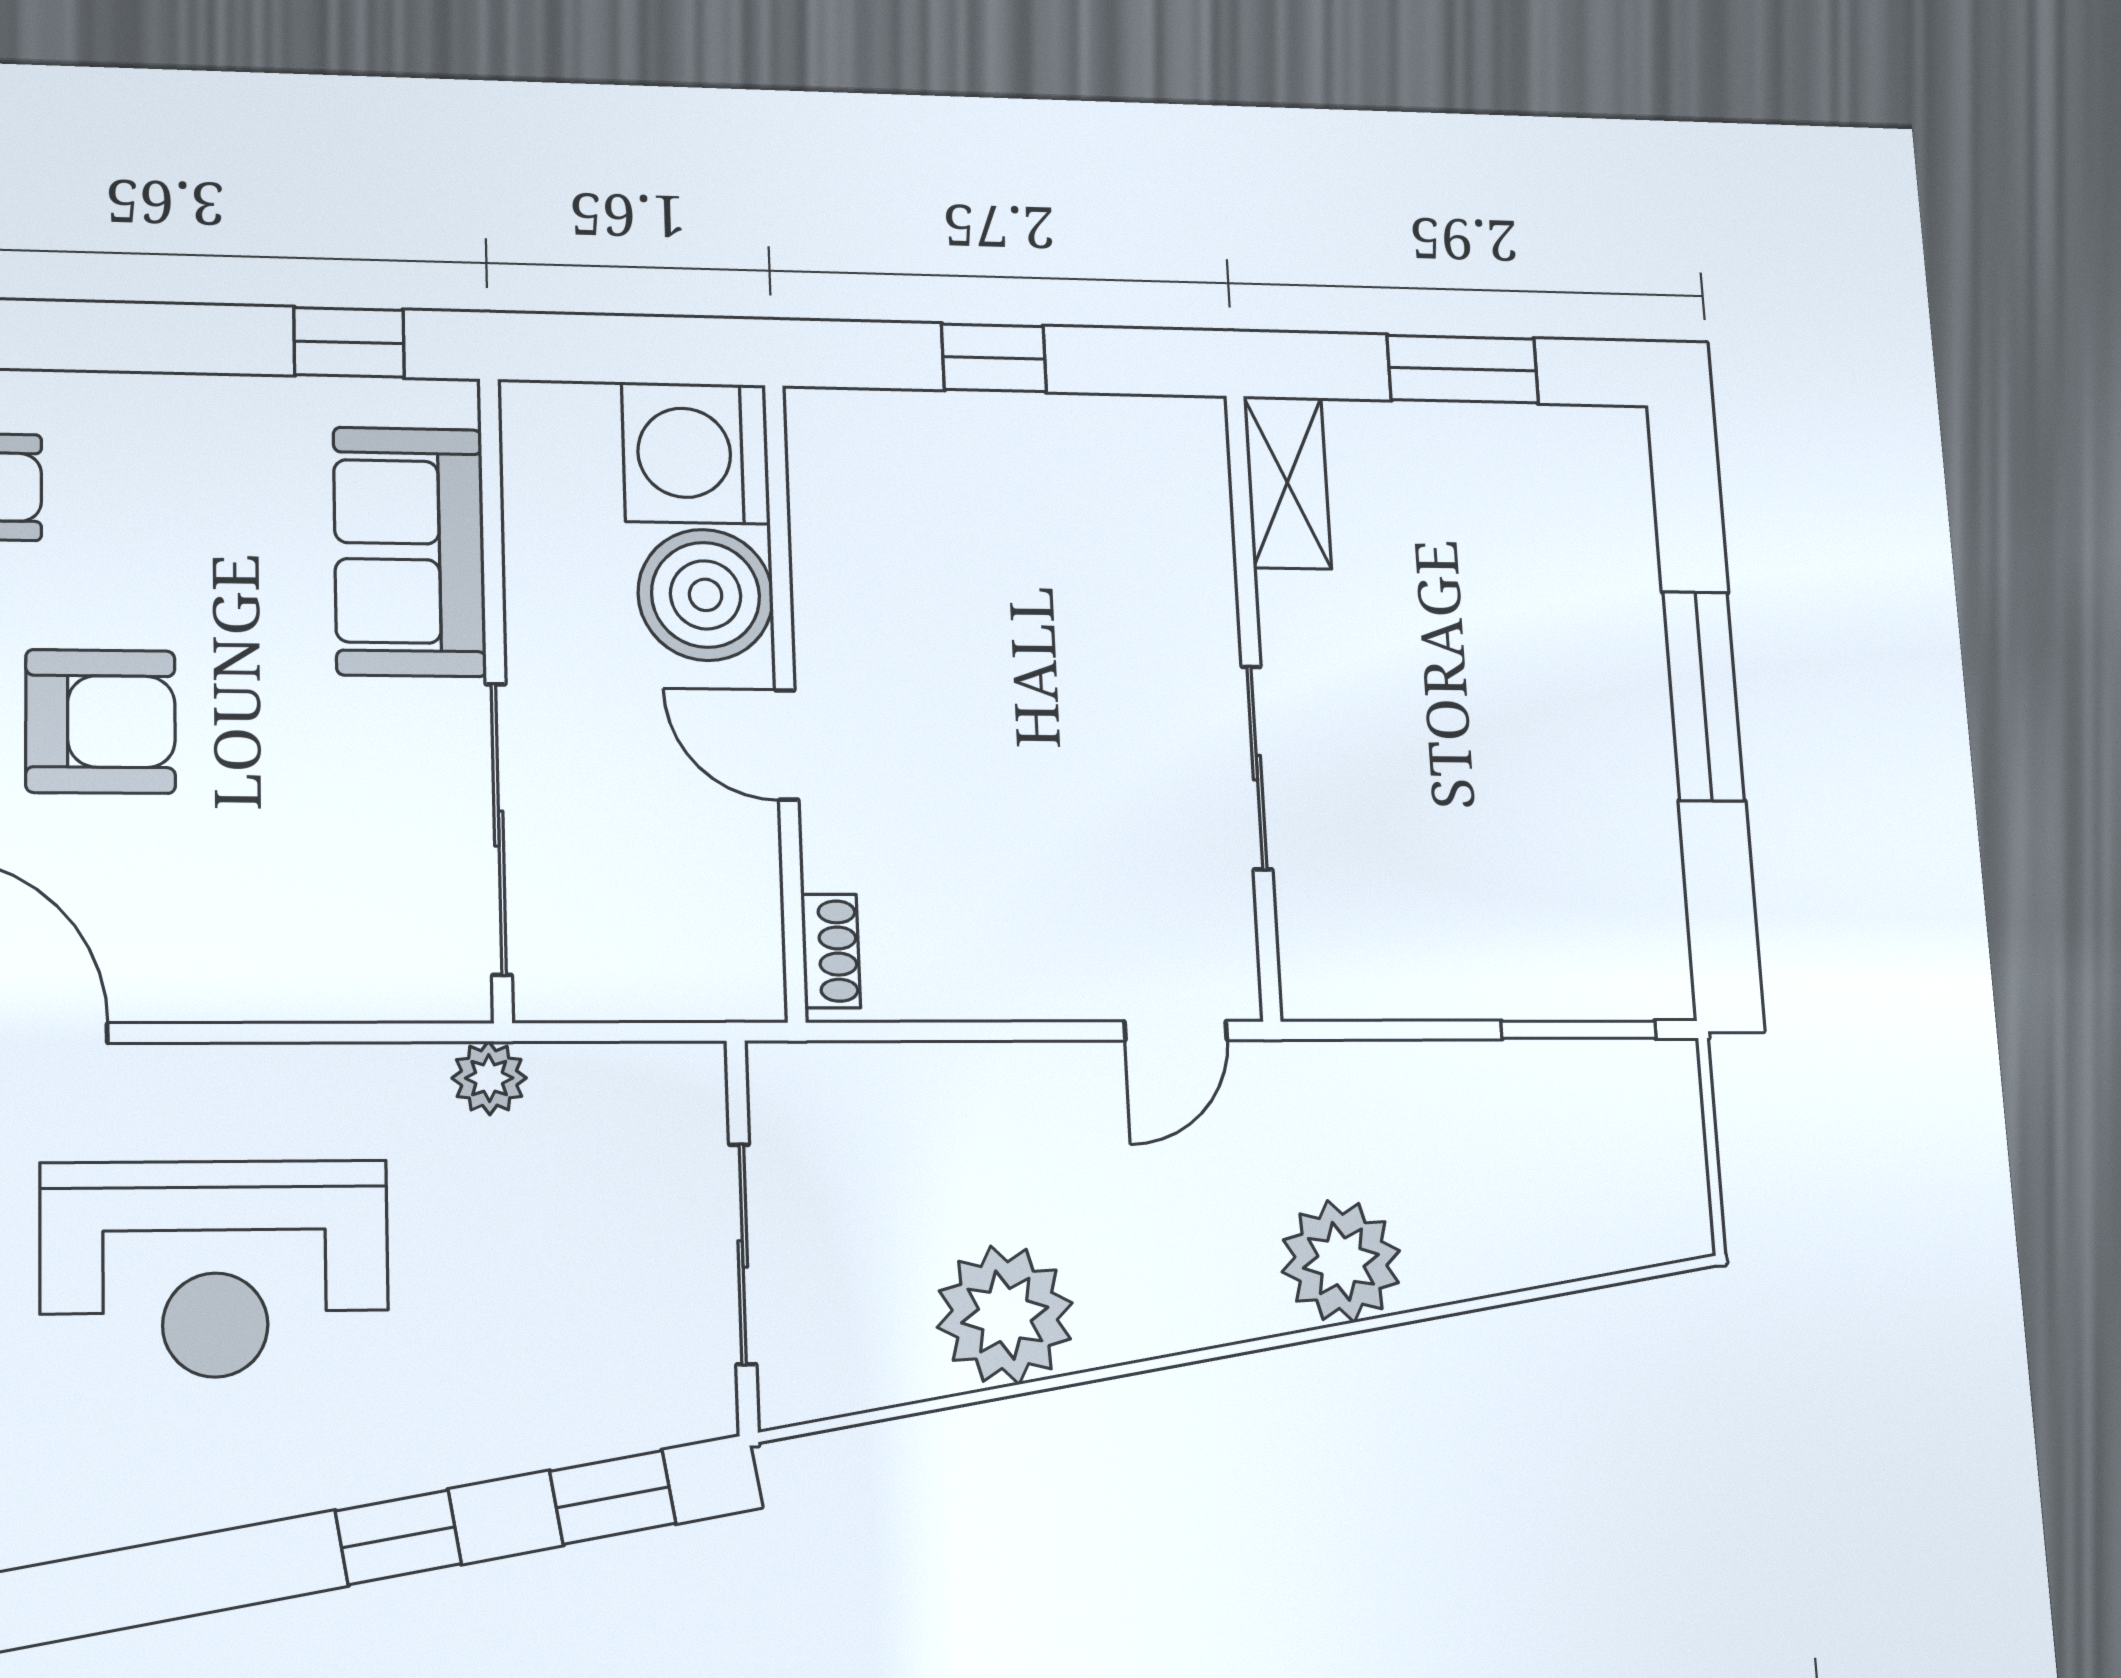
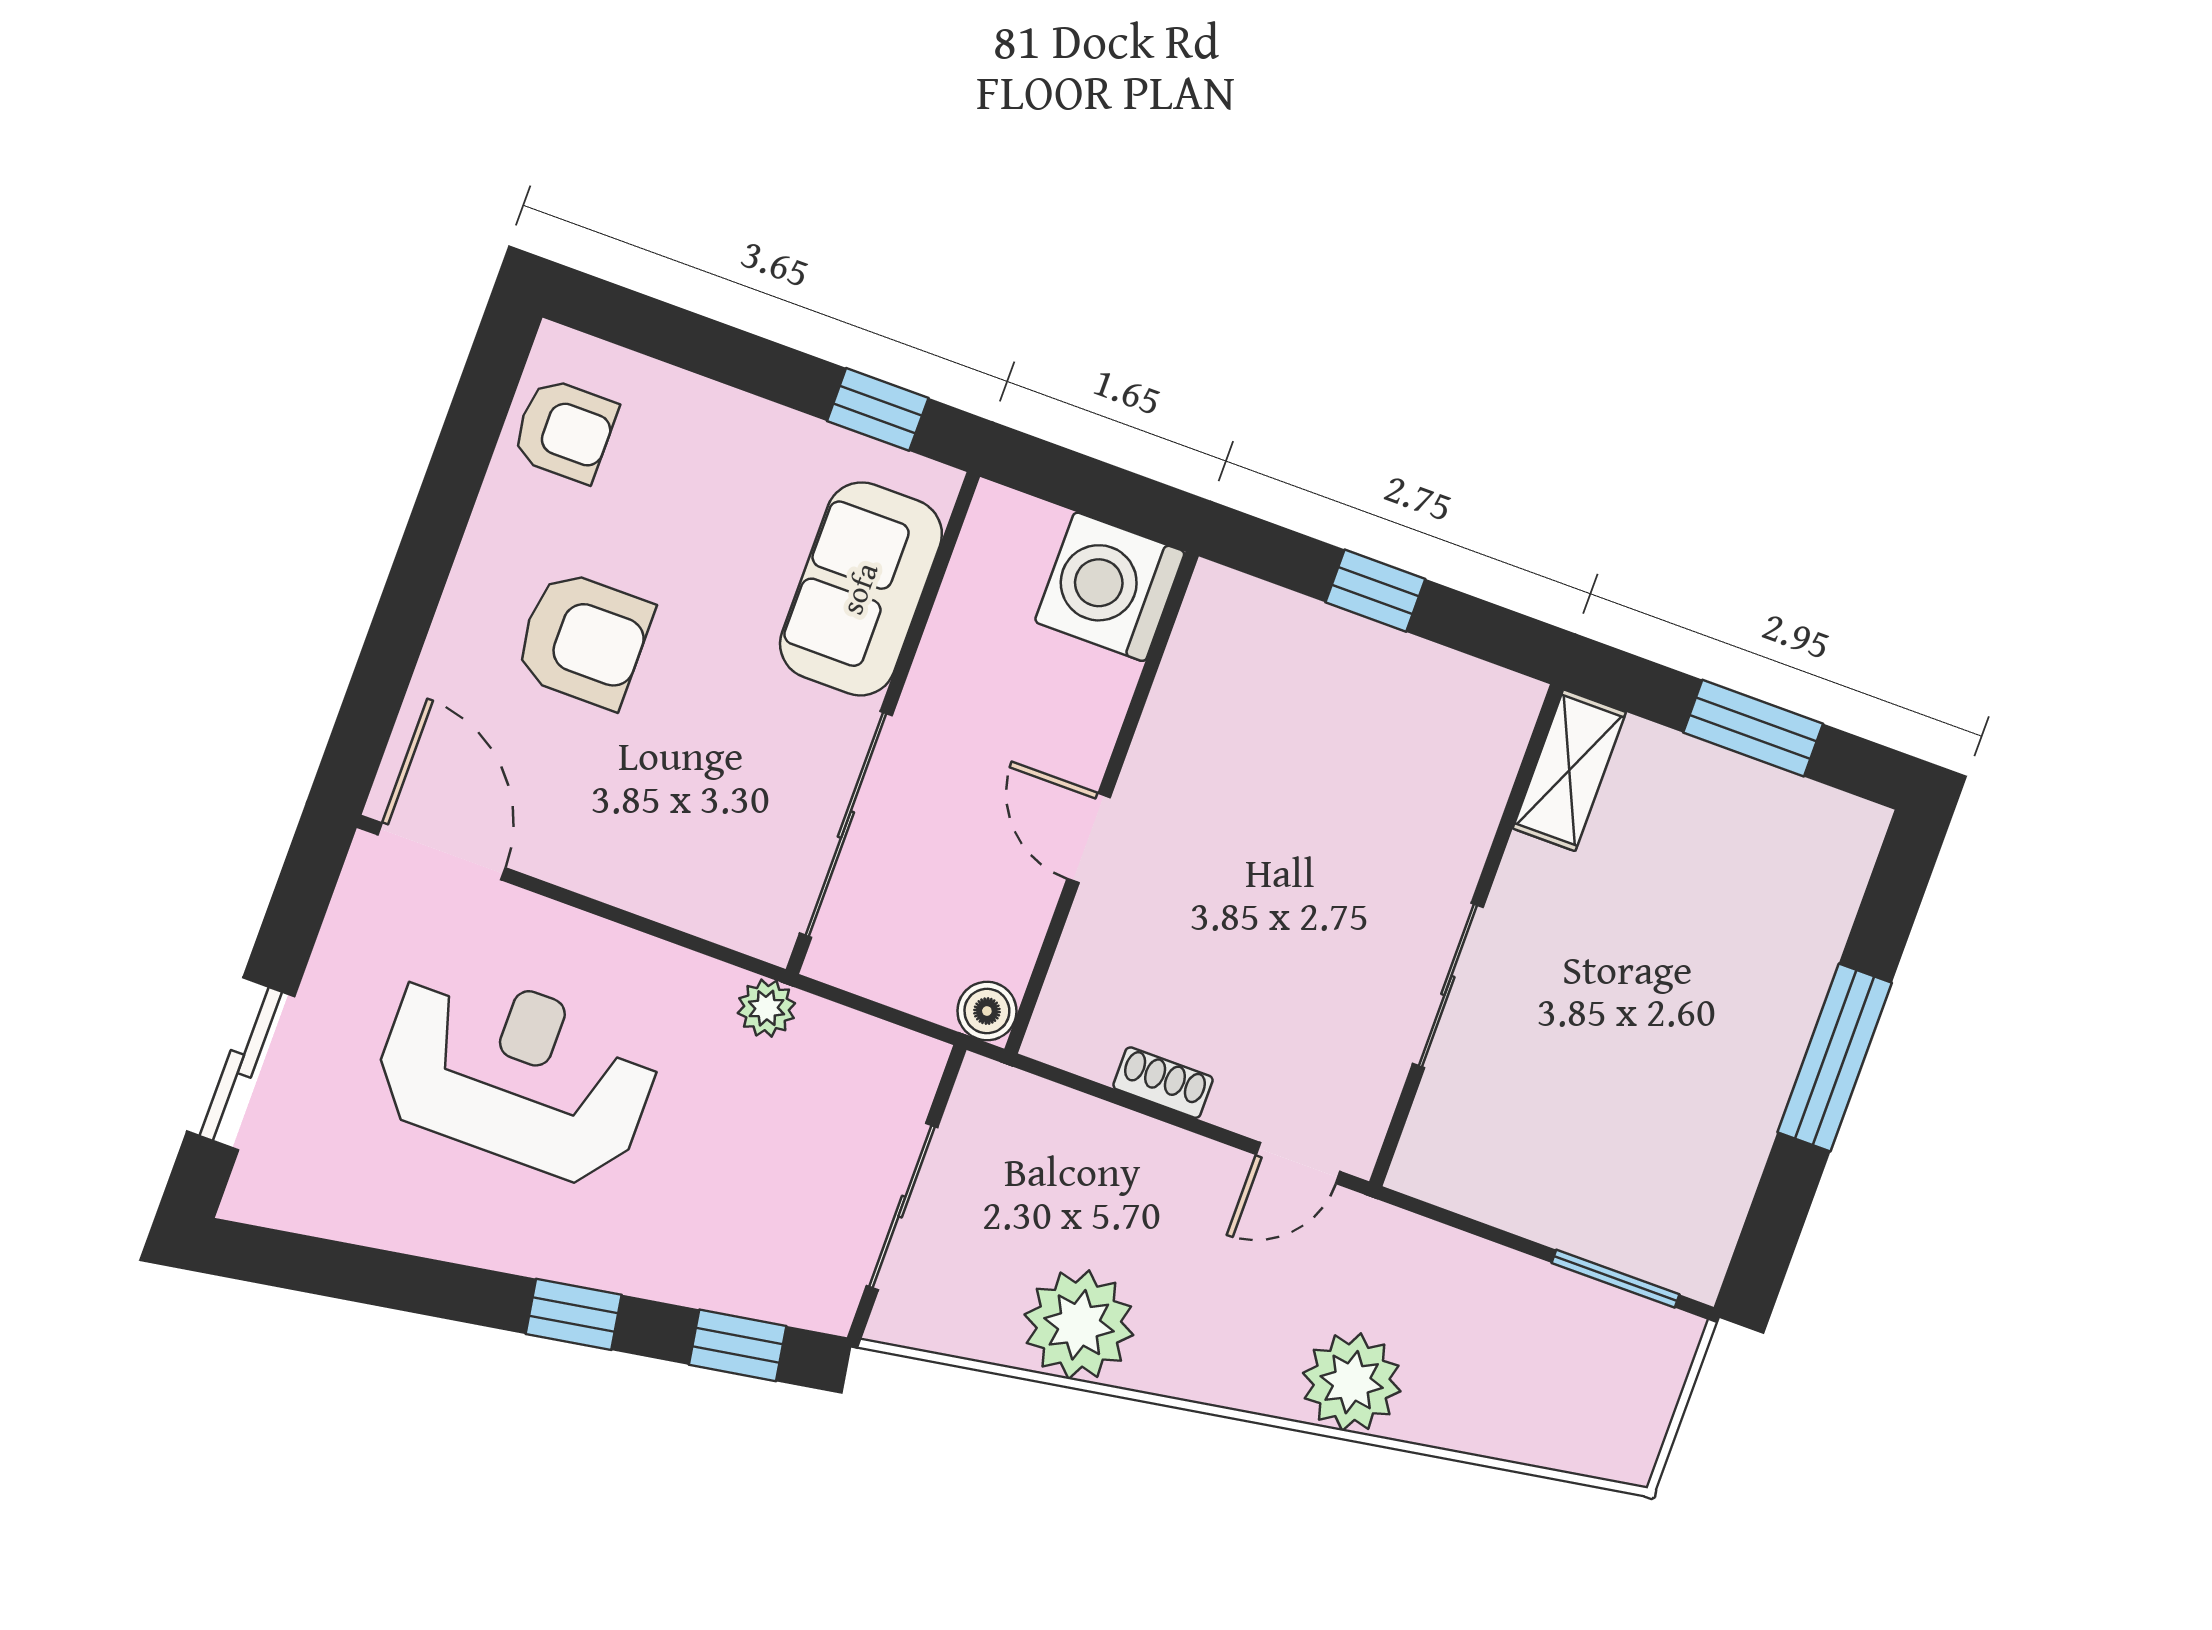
boiler: (706, 595) -> (987, 1011), moved, width x0.54, depth x0.54
shoe rack: (831, 951) -> (1163, 1083), moved, turned -90
reception desk: (215, 1269) -> (516, 1073), turned 180

